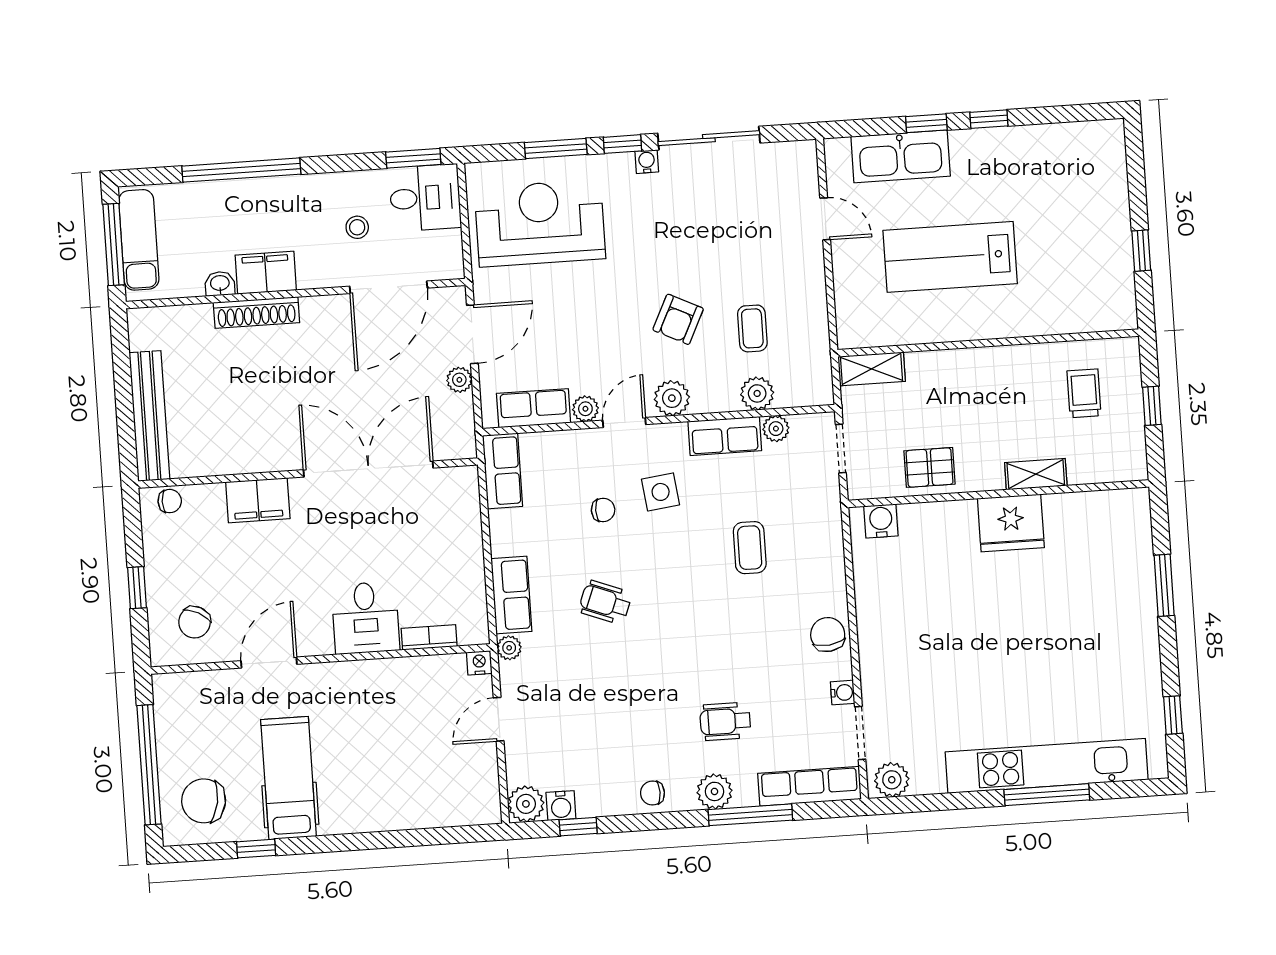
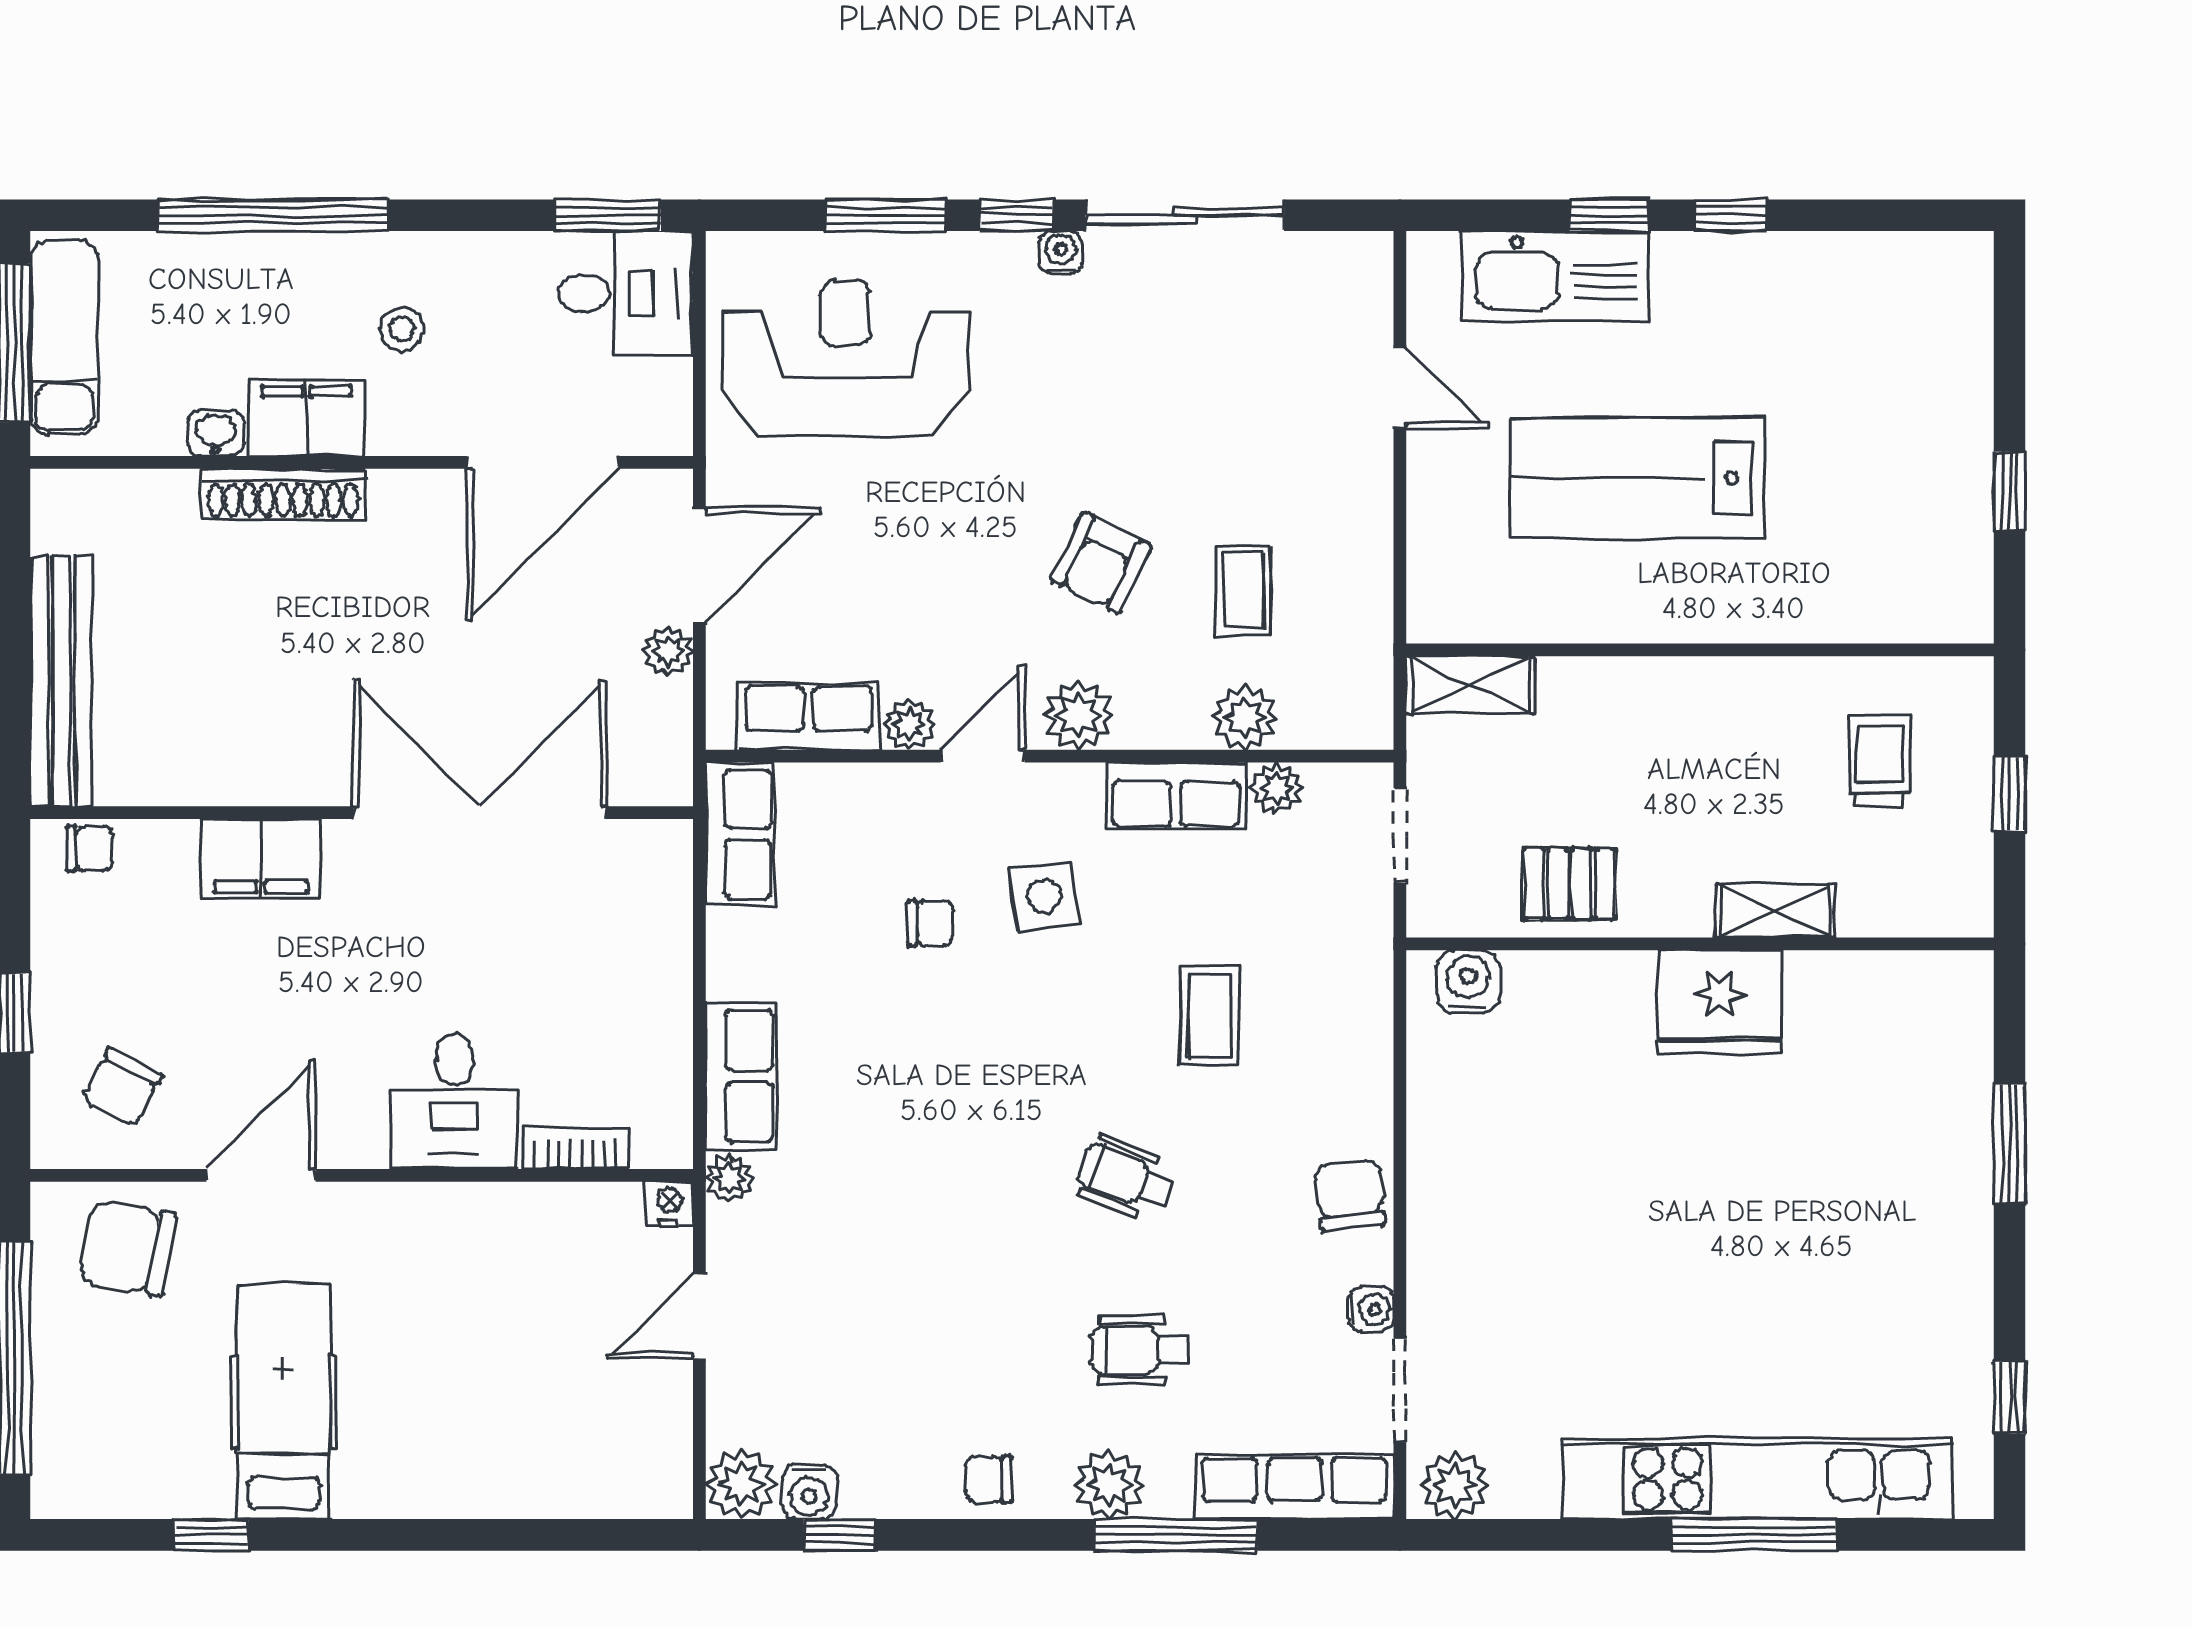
stool: (357, 227) -> (402, 329), moved
wheelchair: (605, 602) -> (1126, 1178), moved
chair: (204, 801) -> (128, 1248), moved

